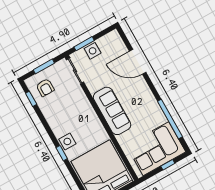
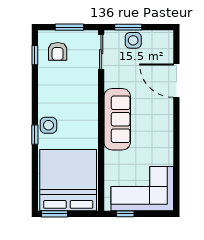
window: (170, 119) -> (176, 164), removed
window: (168, 165) -> (125, 214), moved

